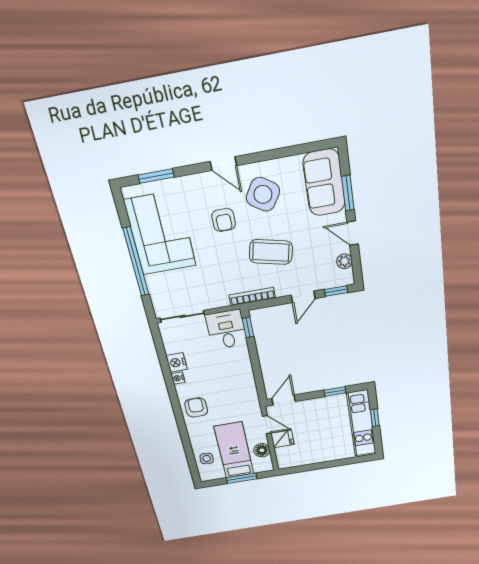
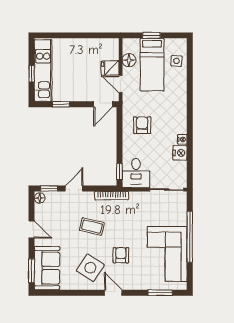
window: (348, 193) -> (32, 271), moved
coffee table: (271, 252) -> (92, 226), width x0.73, depth x0.77
plant: (344, 261) -> (40, 210), removed
floor lamp: (347, 277) -> (40, 198), added
armchair: (196, 407) -> (142, 125), moved, turned 180
window: (242, 478) -> (151, 35), width x0.67

